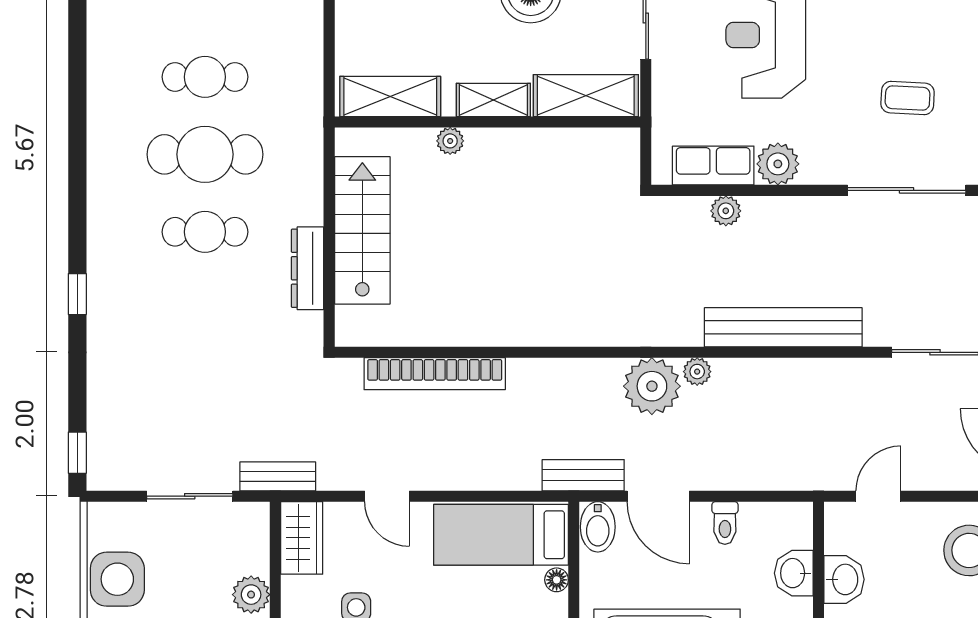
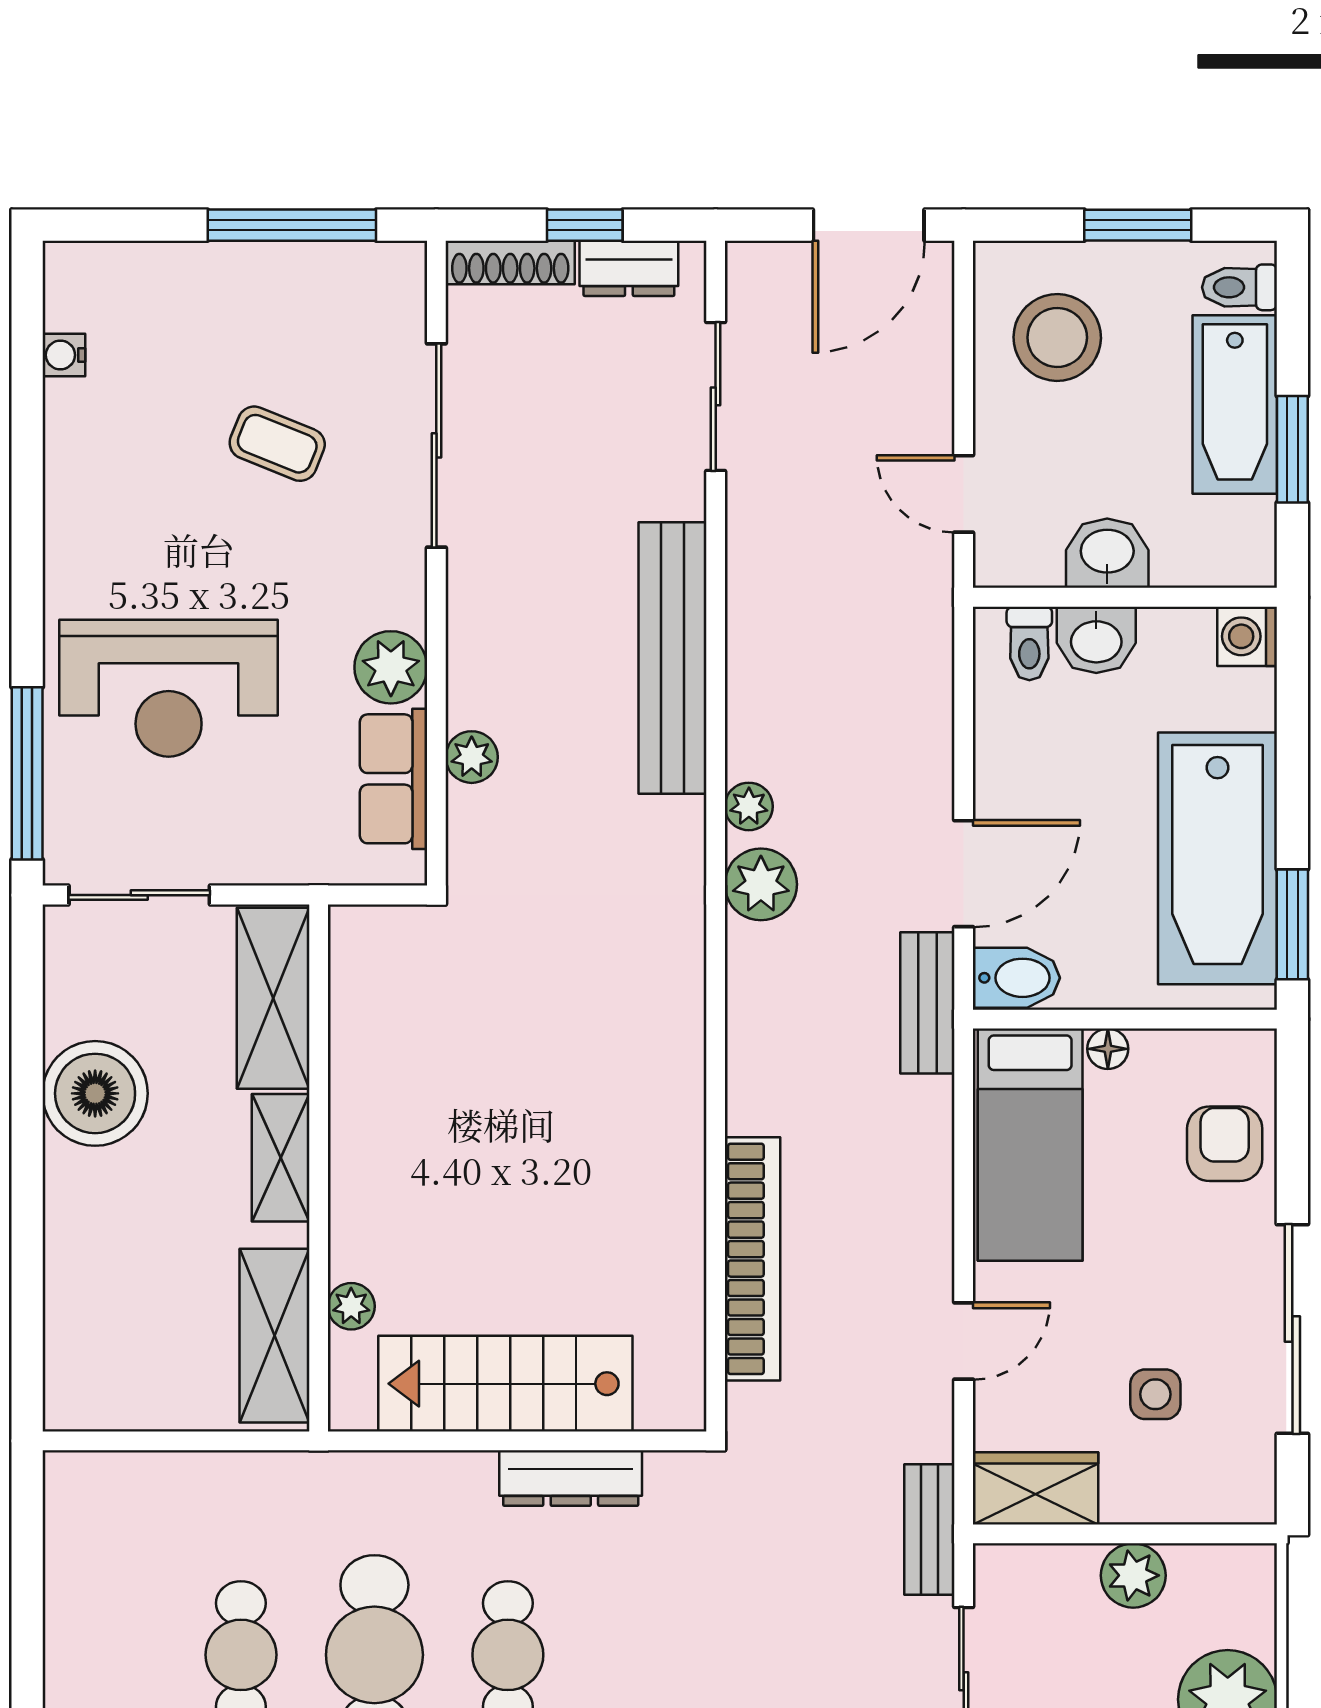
coffee table: (908, 98) -> (277, 444), turned -71
plant: (450, 141) -> (351, 1306), moved
plant: (652, 386) -> (761, 884), width x0.73, depth x0.73
toilet: (725, 523) -> (1029, 643), moved, turned 90

